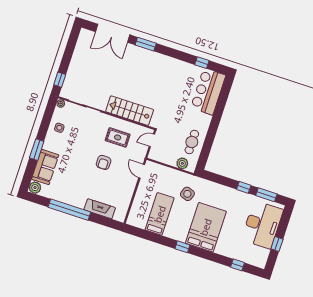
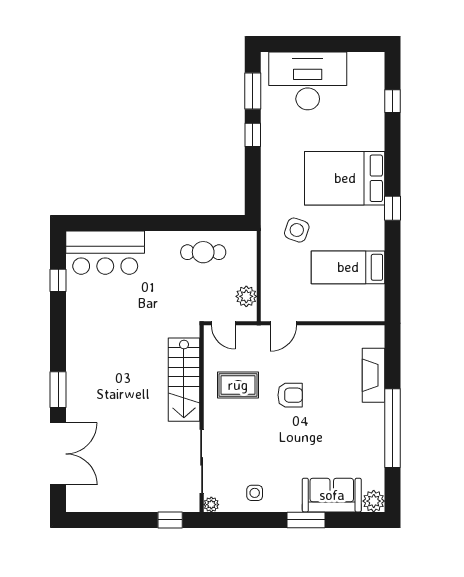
rug: (118, 137) -> (238, 385), turned 90
plant: (182, 163) -> (246, 296), moved
window: (277, 244) -> (333, 44), removed

